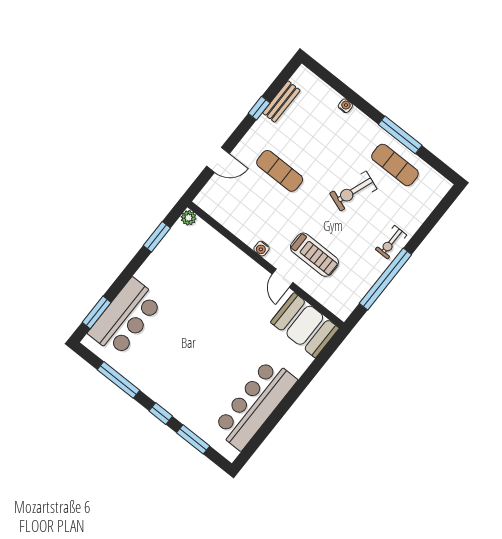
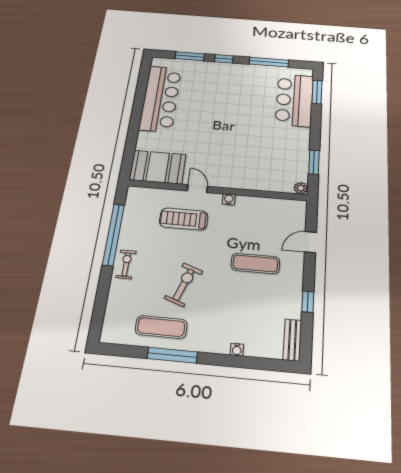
bench: (281, 102) -> (292, 340), moved

